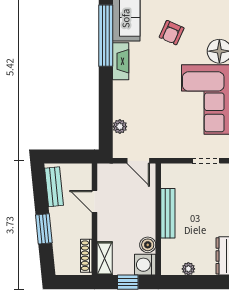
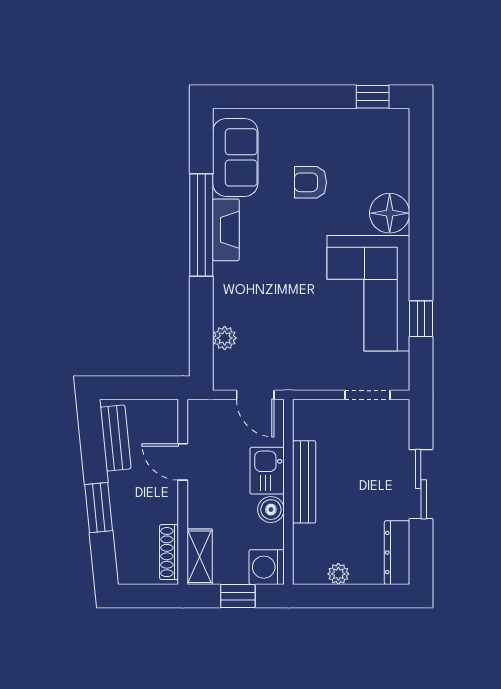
armchair: (172, 33) -> (310, 182), turned 66
window: (106, 36) -> (201, 225), moved
kitchen sink: (145, 207) -> (267, 471), added
boiler: (148, 245) -> (271, 510), moved

